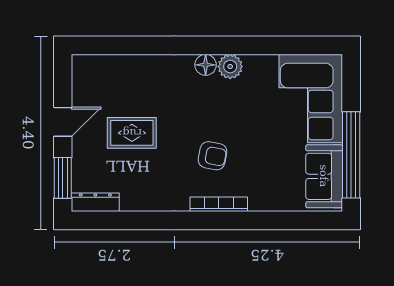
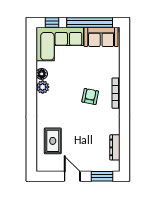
floor lamp: (206, 65) -> (42, 74), moved
window: (351, 84) -> (52, 23), added
rug: (132, 133) -> (53, 141), moved
dresser: (95, 202) -> (115, 147), moved

